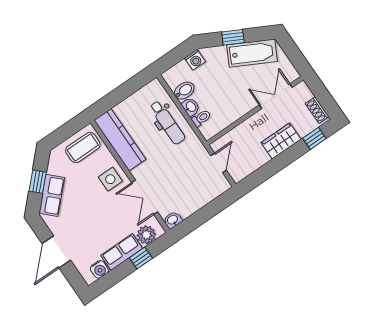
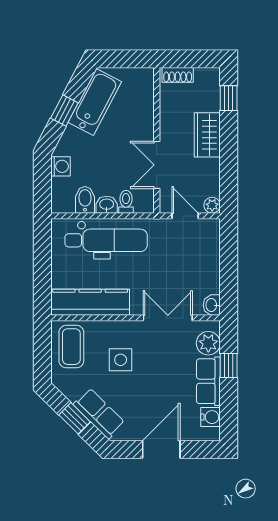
double door: (276, 96) -> (157, 165), moved
shoe rack: (317, 110) -> (178, 75), moved
dental chair: (167, 123) -> (106, 240), width x1.36, depth x1.38
plant: (238, 176) -> (212, 205), added
side table: (110, 179) -> (121, 360), moved
double door: (145, 197) -> (168, 318), swing flipped
door: (56, 252) -> (161, 449), swing flipped

